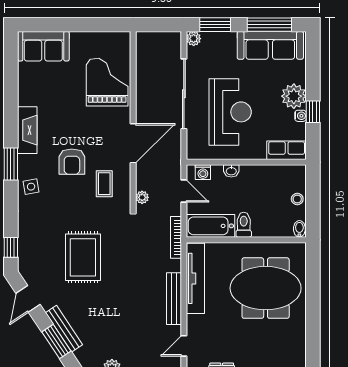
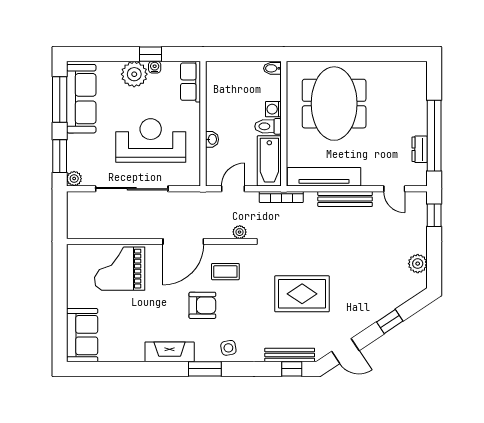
door: (133, 143) -> (183, 241), swing flipped
washing machine: (203, 172) -> (273, 109), moved, turned 180
stool: (297, 199) -> (241, 71), removed
bench: (64, 329) -> (290, 355), moved, turned 34
window: (56, 341) -> (390, 321), width x0.67

